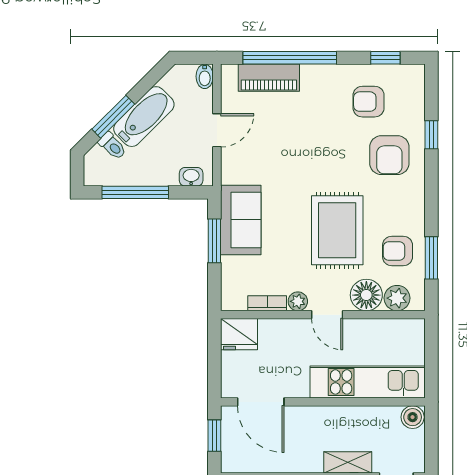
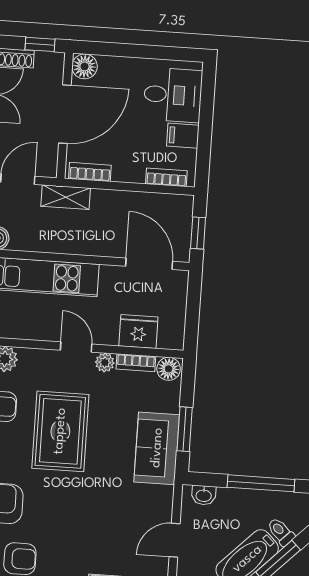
floor lamp: (366, 295) -> (169, 369), moved, width x0.73, depth x0.73
fridge: (239, 334) -> (138, 332), moved

